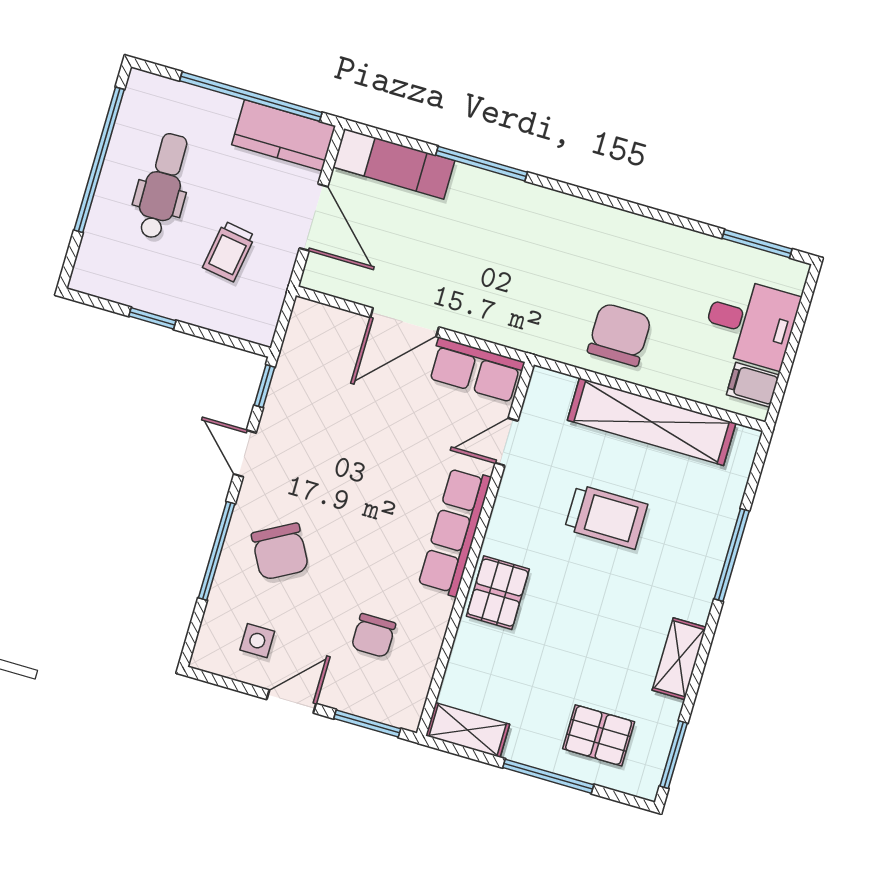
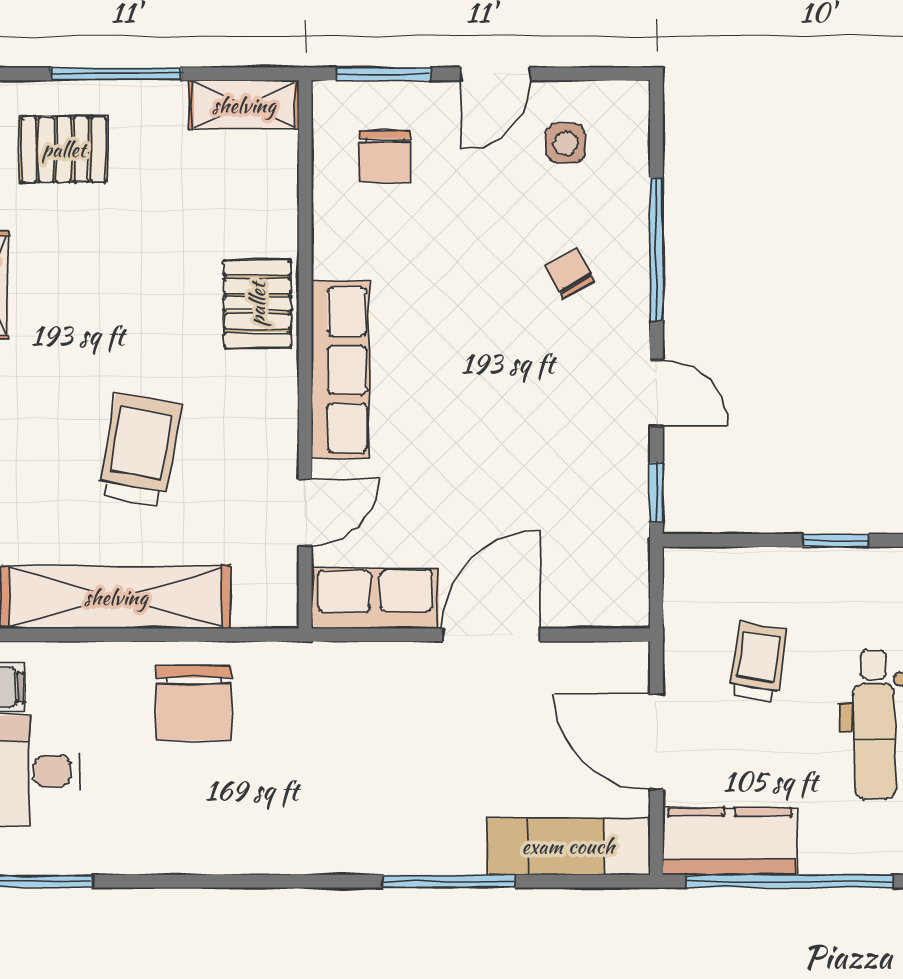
trolley: (606, 517) -> (140, 450), turned 100
chair: (280, 552) -> (570, 273), width x0.54, depth x0.54
chair: (373, 636) -> (385, 156), moved, turned 180

